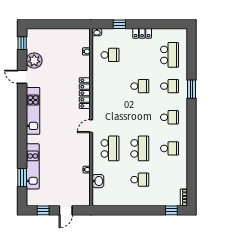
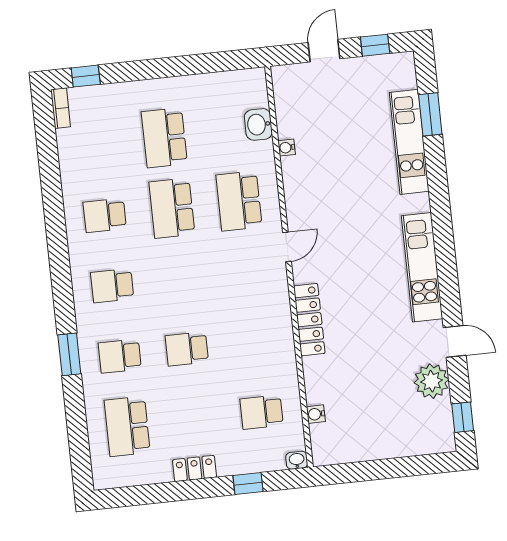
school desk: (140, 180) -> (164, 138), width x1.85

